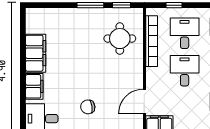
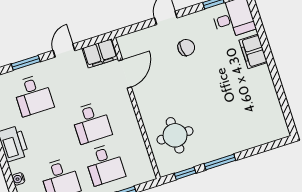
bookcase: (152, 41) -> (139, 144), removed
filing cabinet: (36, 53) -> (264, 89), removed

